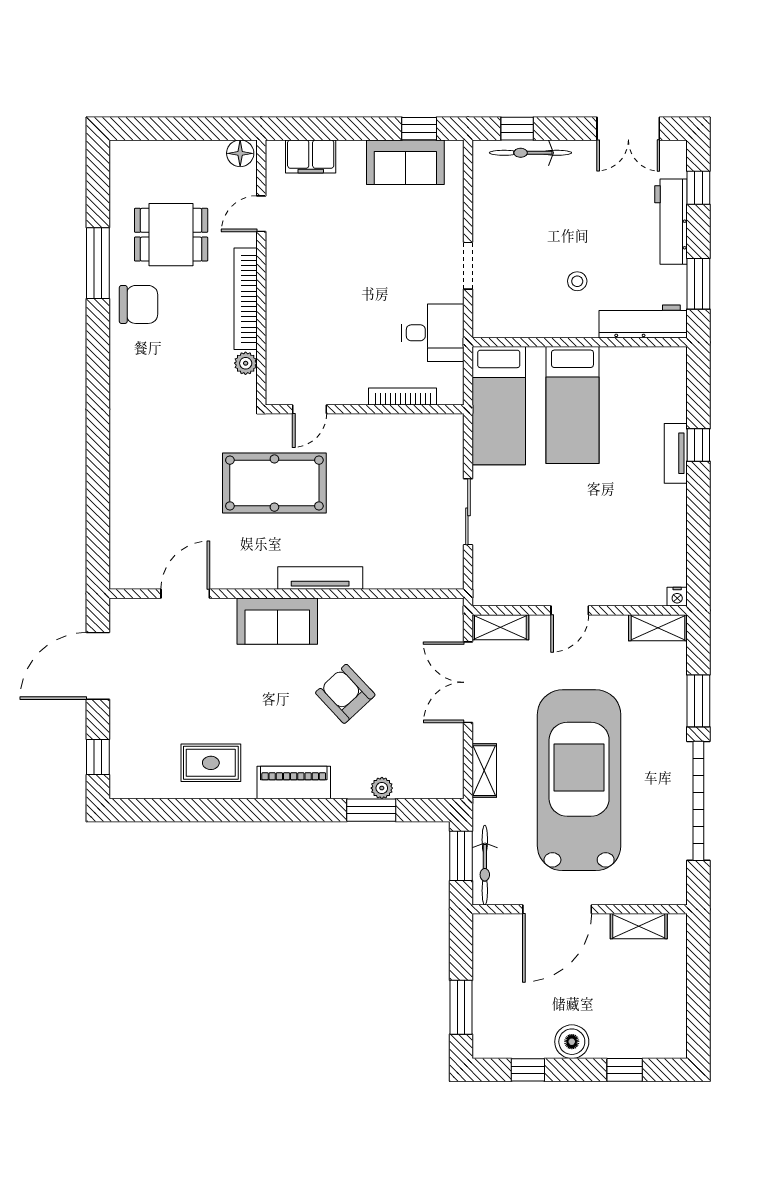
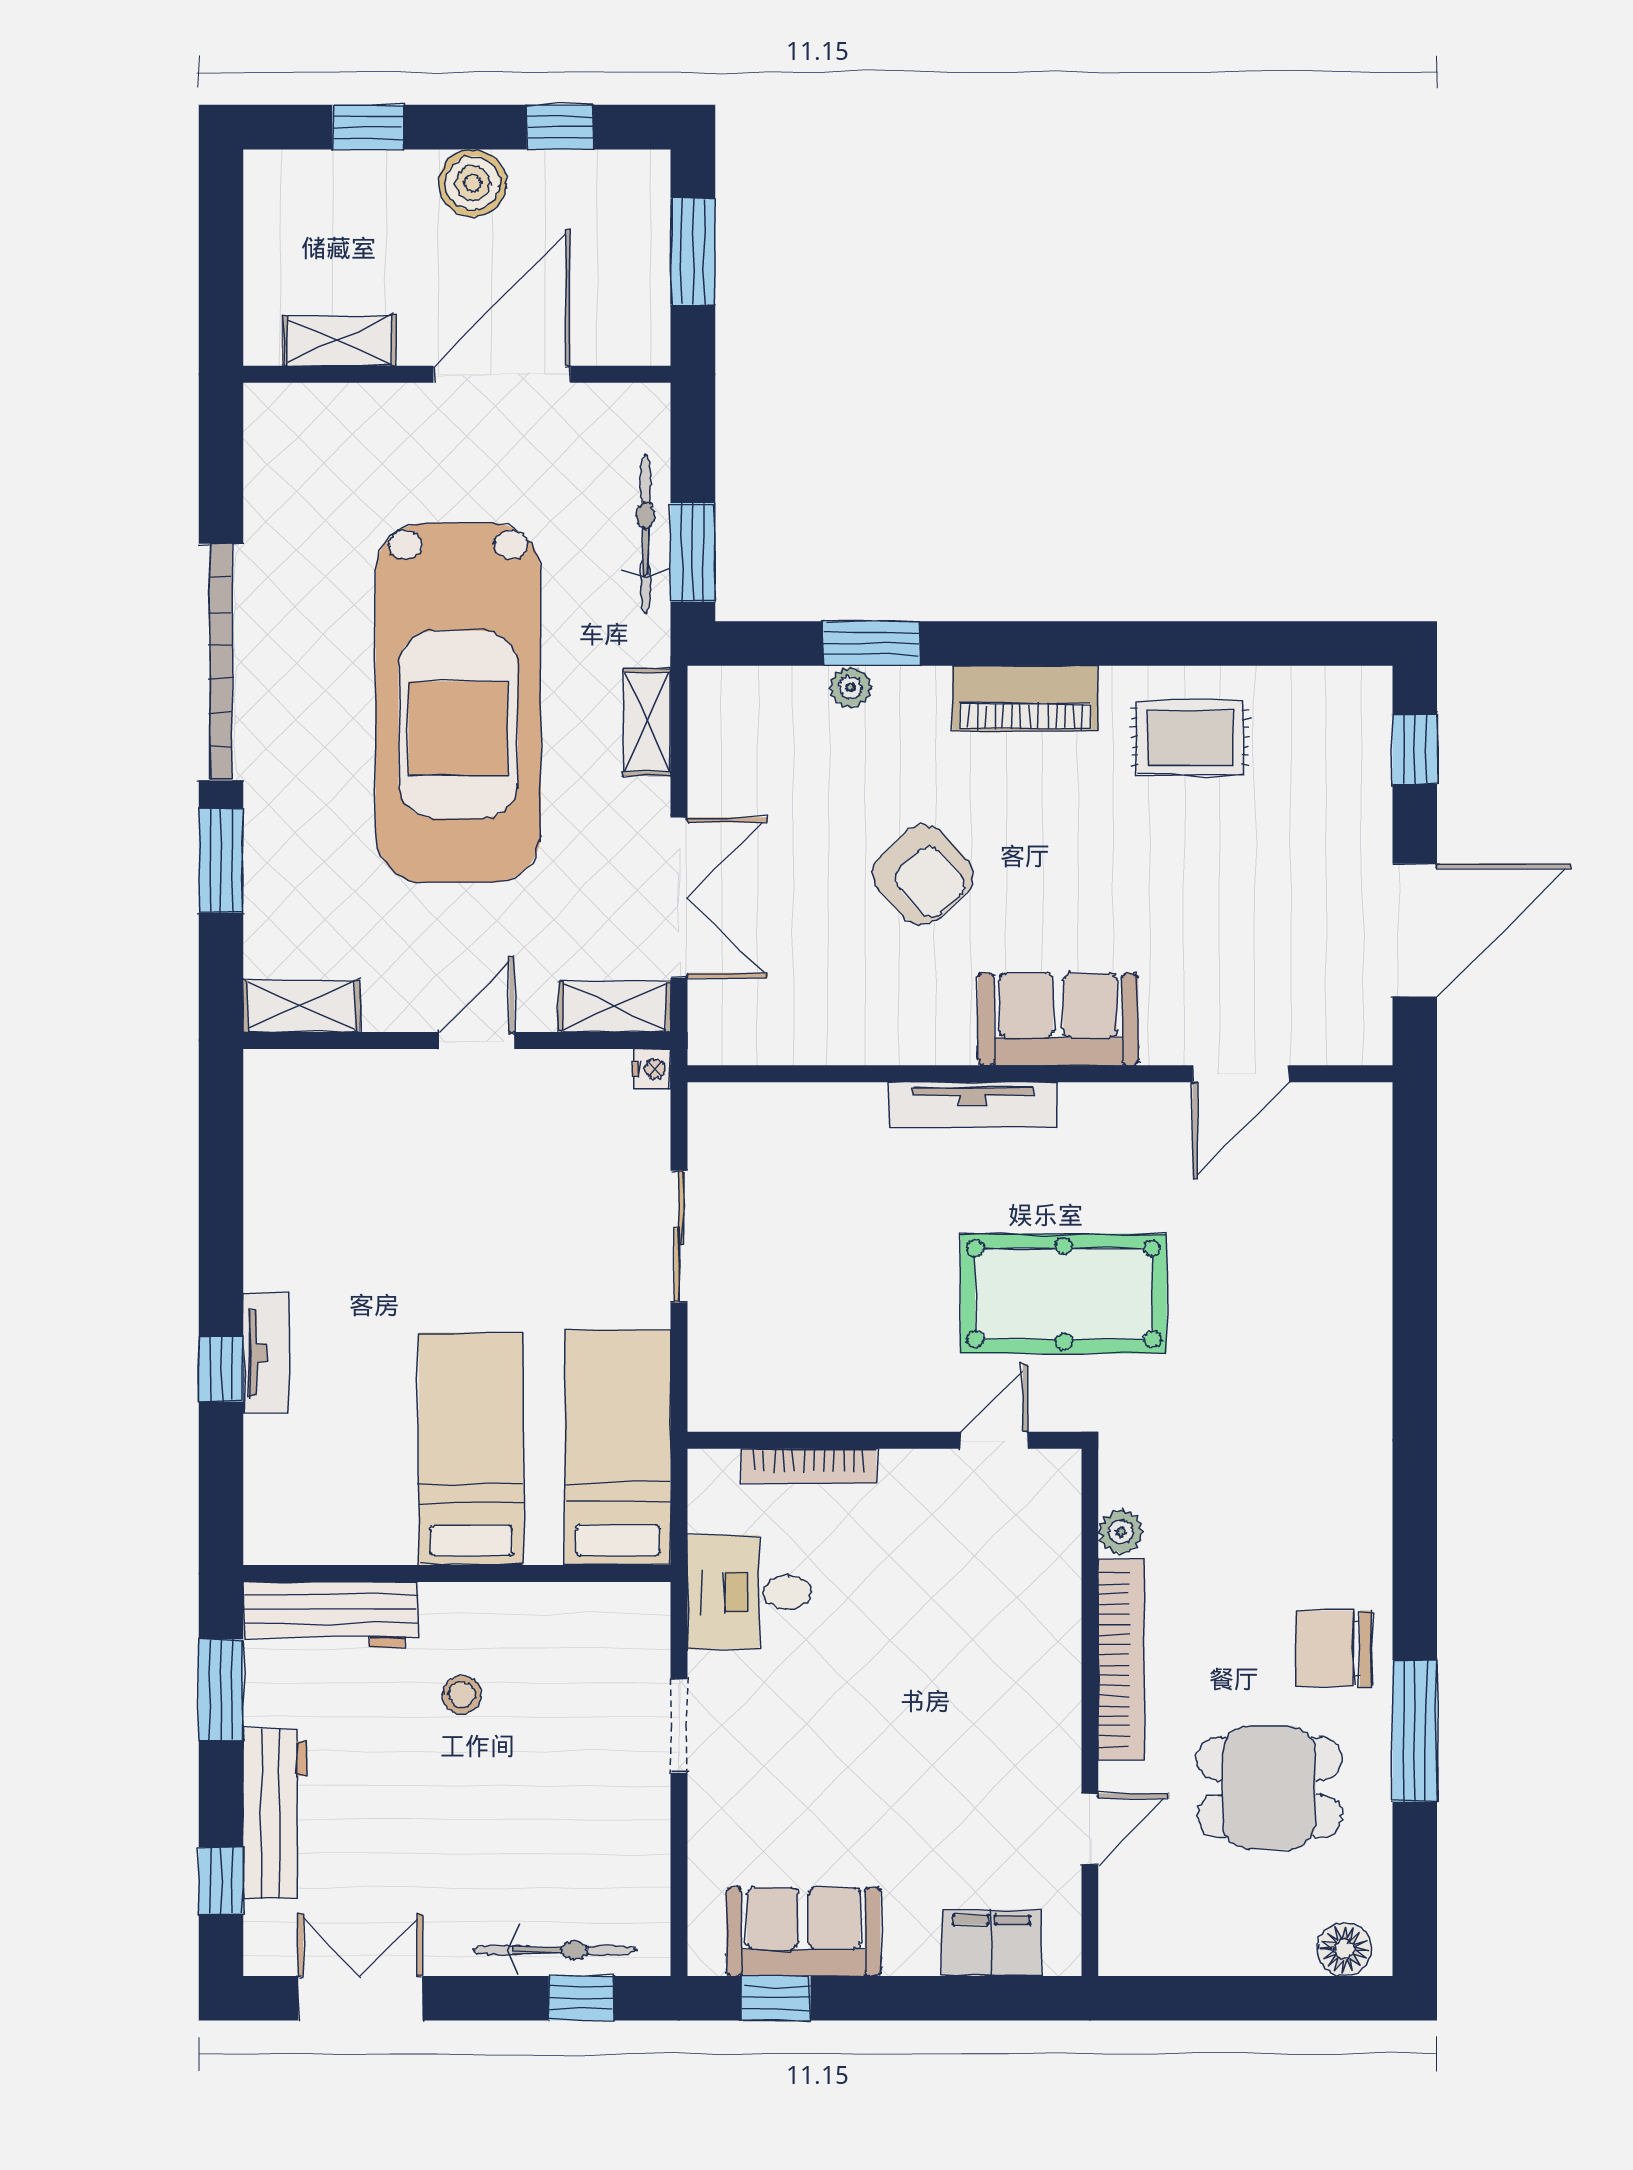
floor lamp: (240, 153) -> (1344, 1949), moved
nightstand: (677, 597) -> (652, 1069), moved, turned 90
door: (557, 909) -> (502, 374), moved
wall: (580, 909) -> (457, 374), moved
shelving: (639, 926) -> (339, 341), moved

